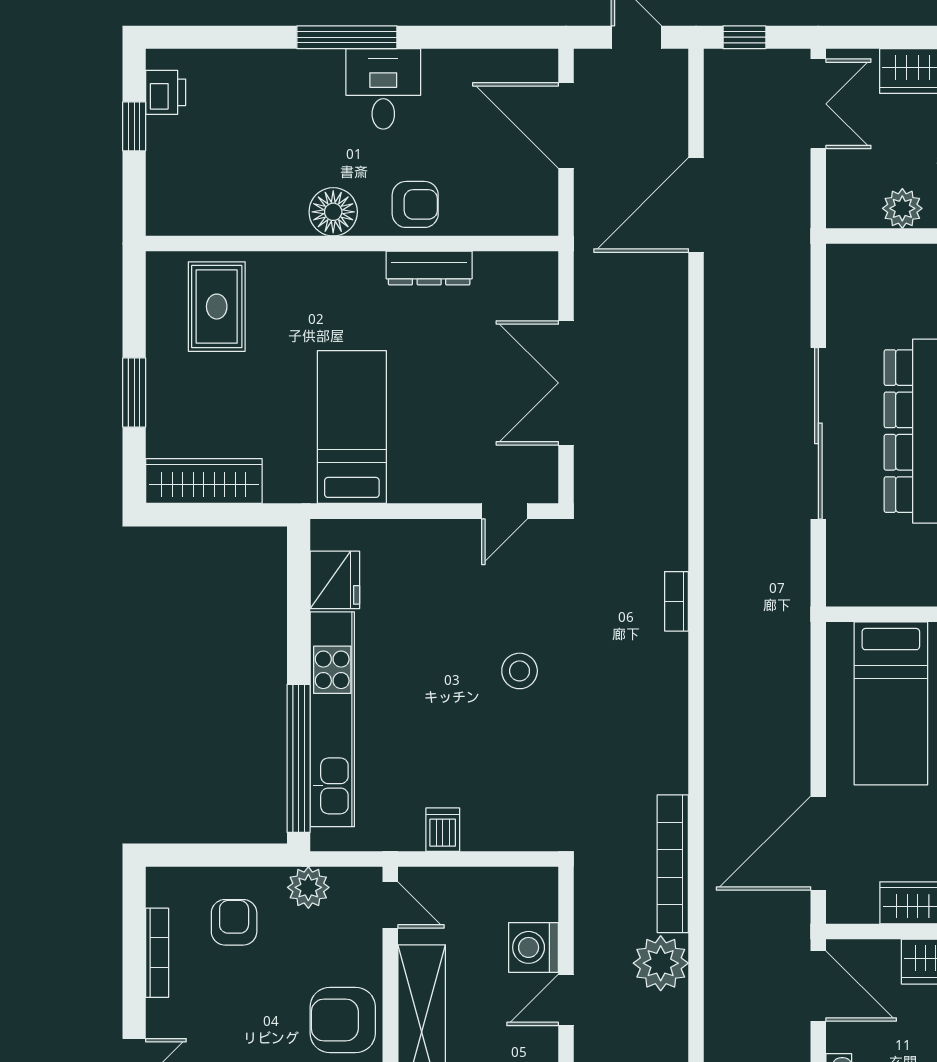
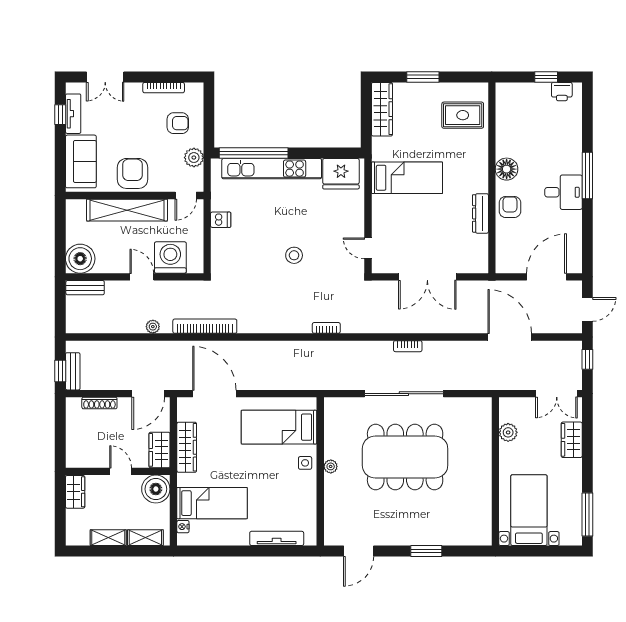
armchair: (415, 204) -> (510, 207), turned 180
double door: (566, 383) -> (427, 277), swing flipped
bookcase: (716, 425) -> (408, 346), added
fridge: (335, 580) -> (341, 174), width x1.36, depth x1.34
washing machine: (534, 947) -> (170, 257), width x1.37, depth x1.37
plant: (661, 963) -> (153, 327), width x0.53, depth x0.53

